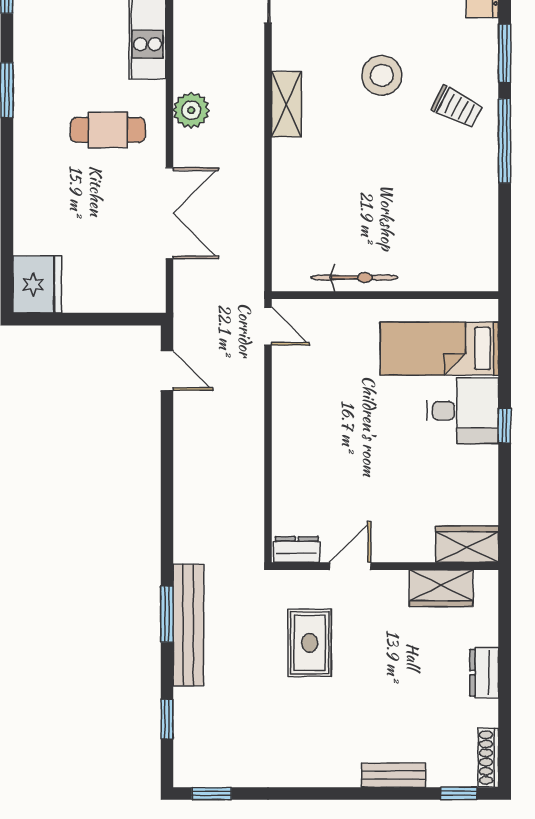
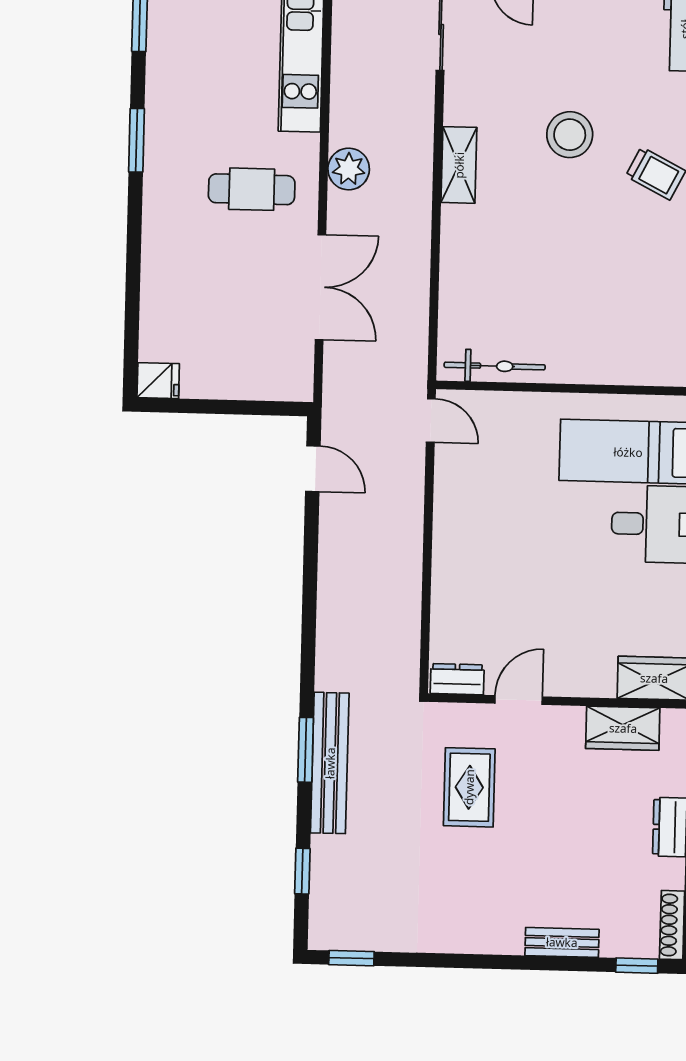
bicycle: (354, 278) -> (495, 366), moved
fridge: (37, 284) -> (158, 381), width x0.53, depth x0.75

